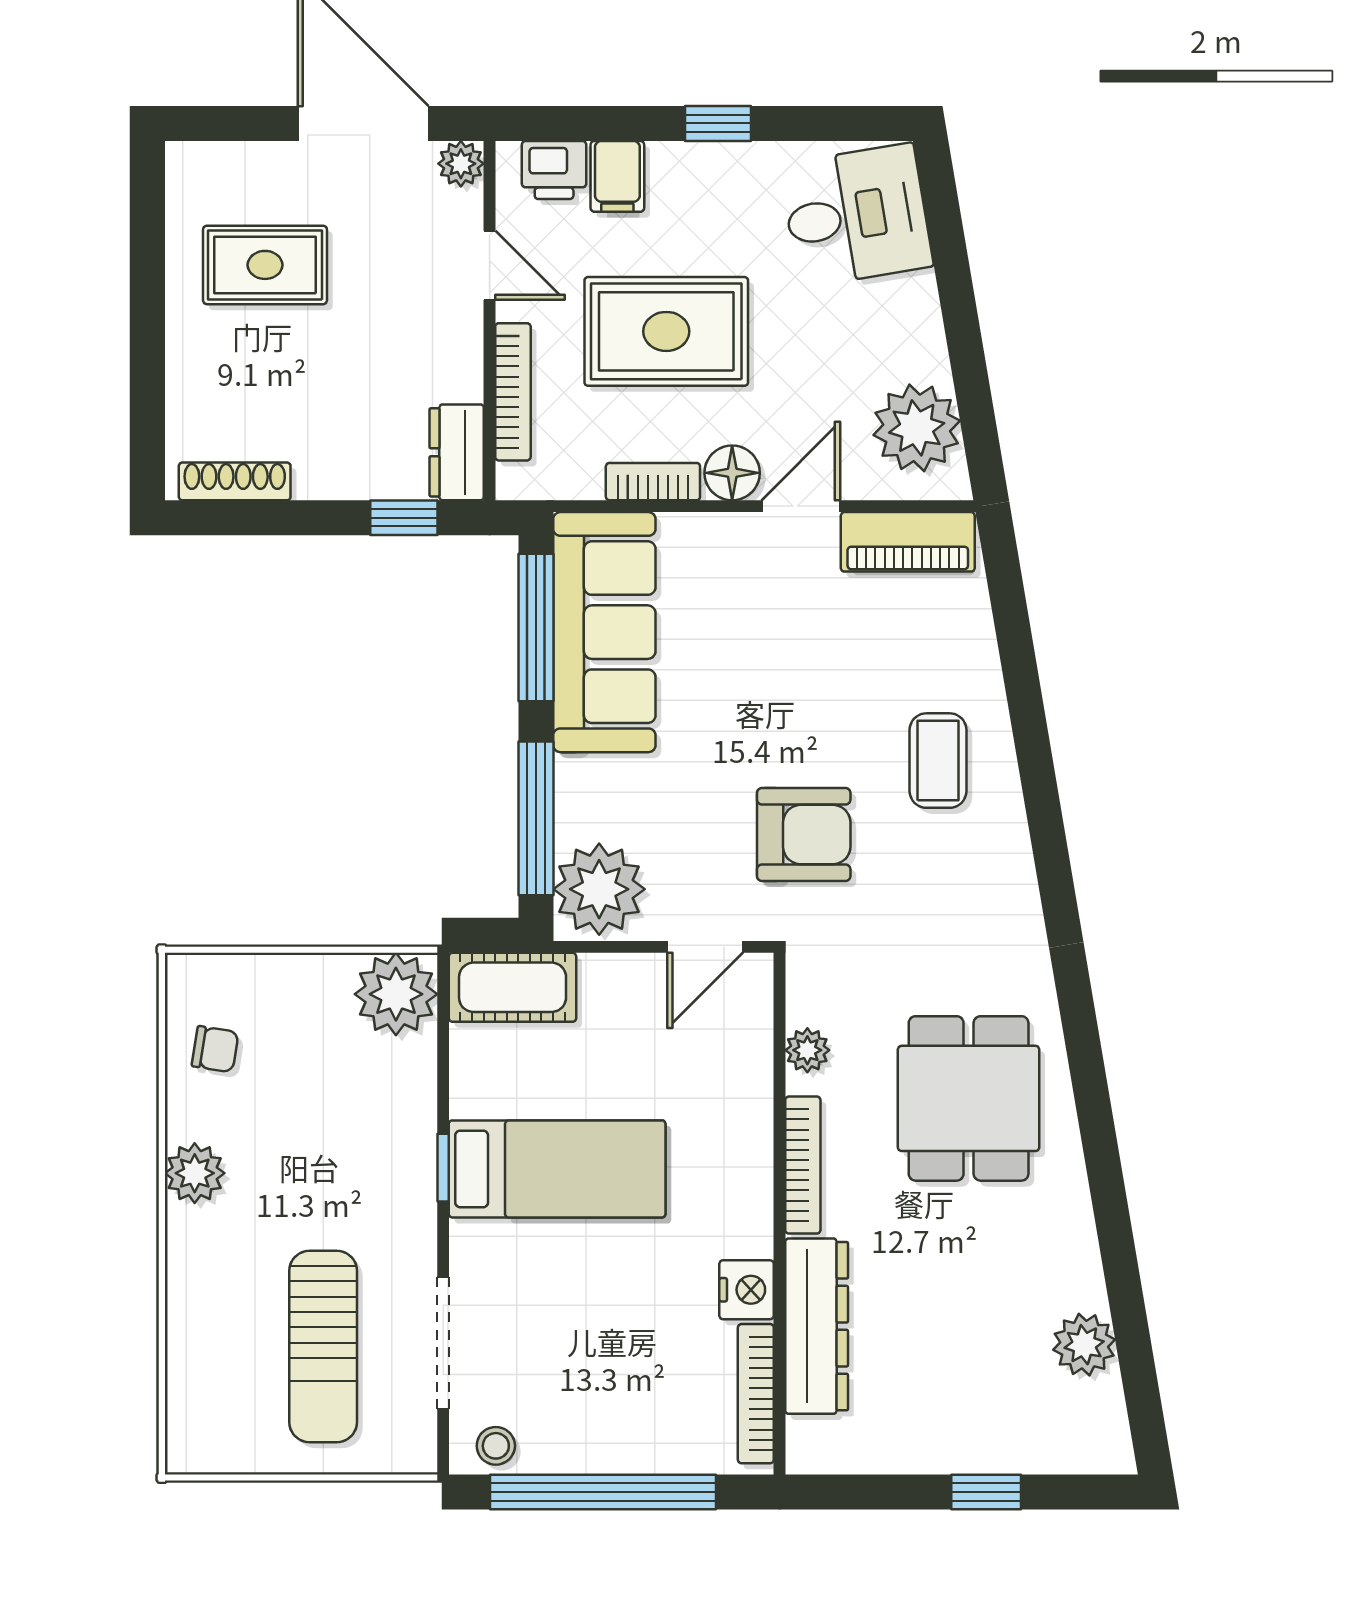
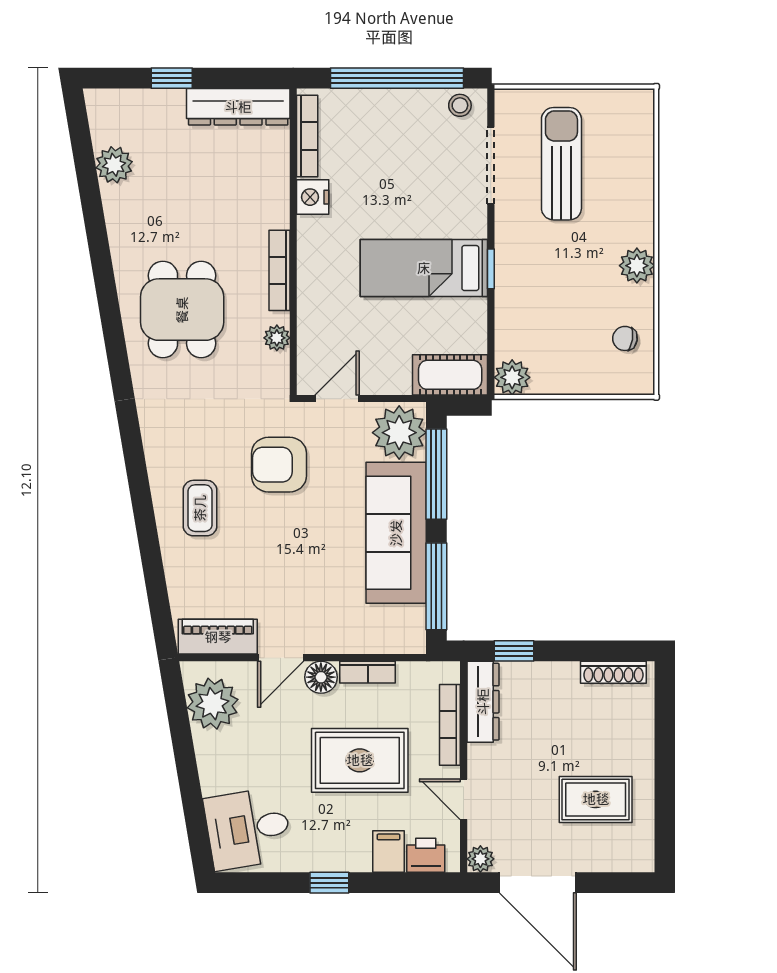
dresser: (457, 452) -> (483, 702), width x1.44
sofa: (604, 632) -> (396, 533), moved
plant: (396, 994) -> (512, 377), width x0.73, depth x0.73
dresser: (817, 1326) -> (238, 107), moved, turned -90

